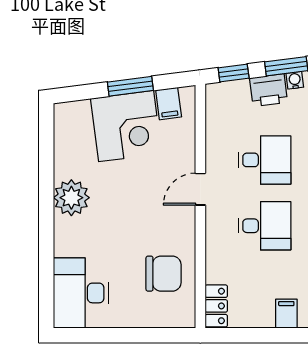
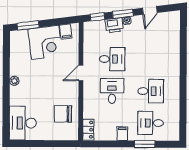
window: (130, 86) -> (28, 25), moved
plant: (71, 198) -> (14, 81), width x0.53, depth x0.53
desk: (265, 226) -> (112, 91), turned -90
chair: (164, 274) -> (63, 114), turned 180

